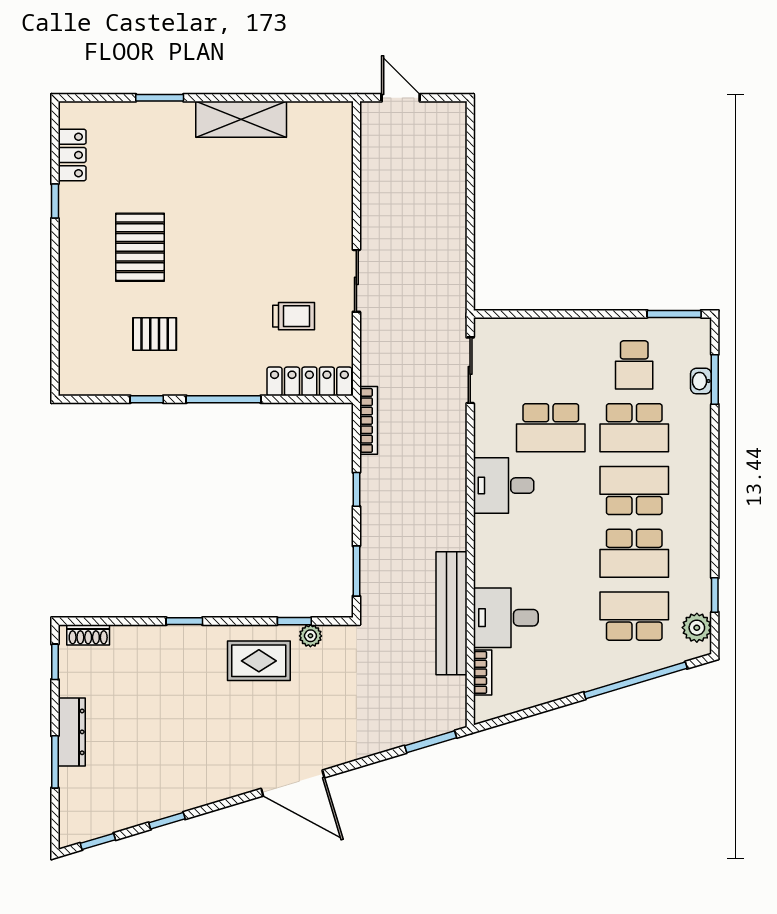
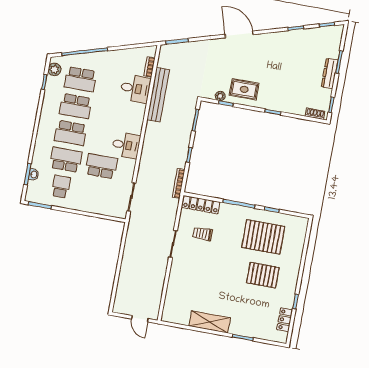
pallet: (140, 247) -> (263, 275), turned 90
pallet: (155, 334) -> (263, 237), width x2.05, depth x2.00
school desk: (634, 553) -> (76, 106), turned 180

